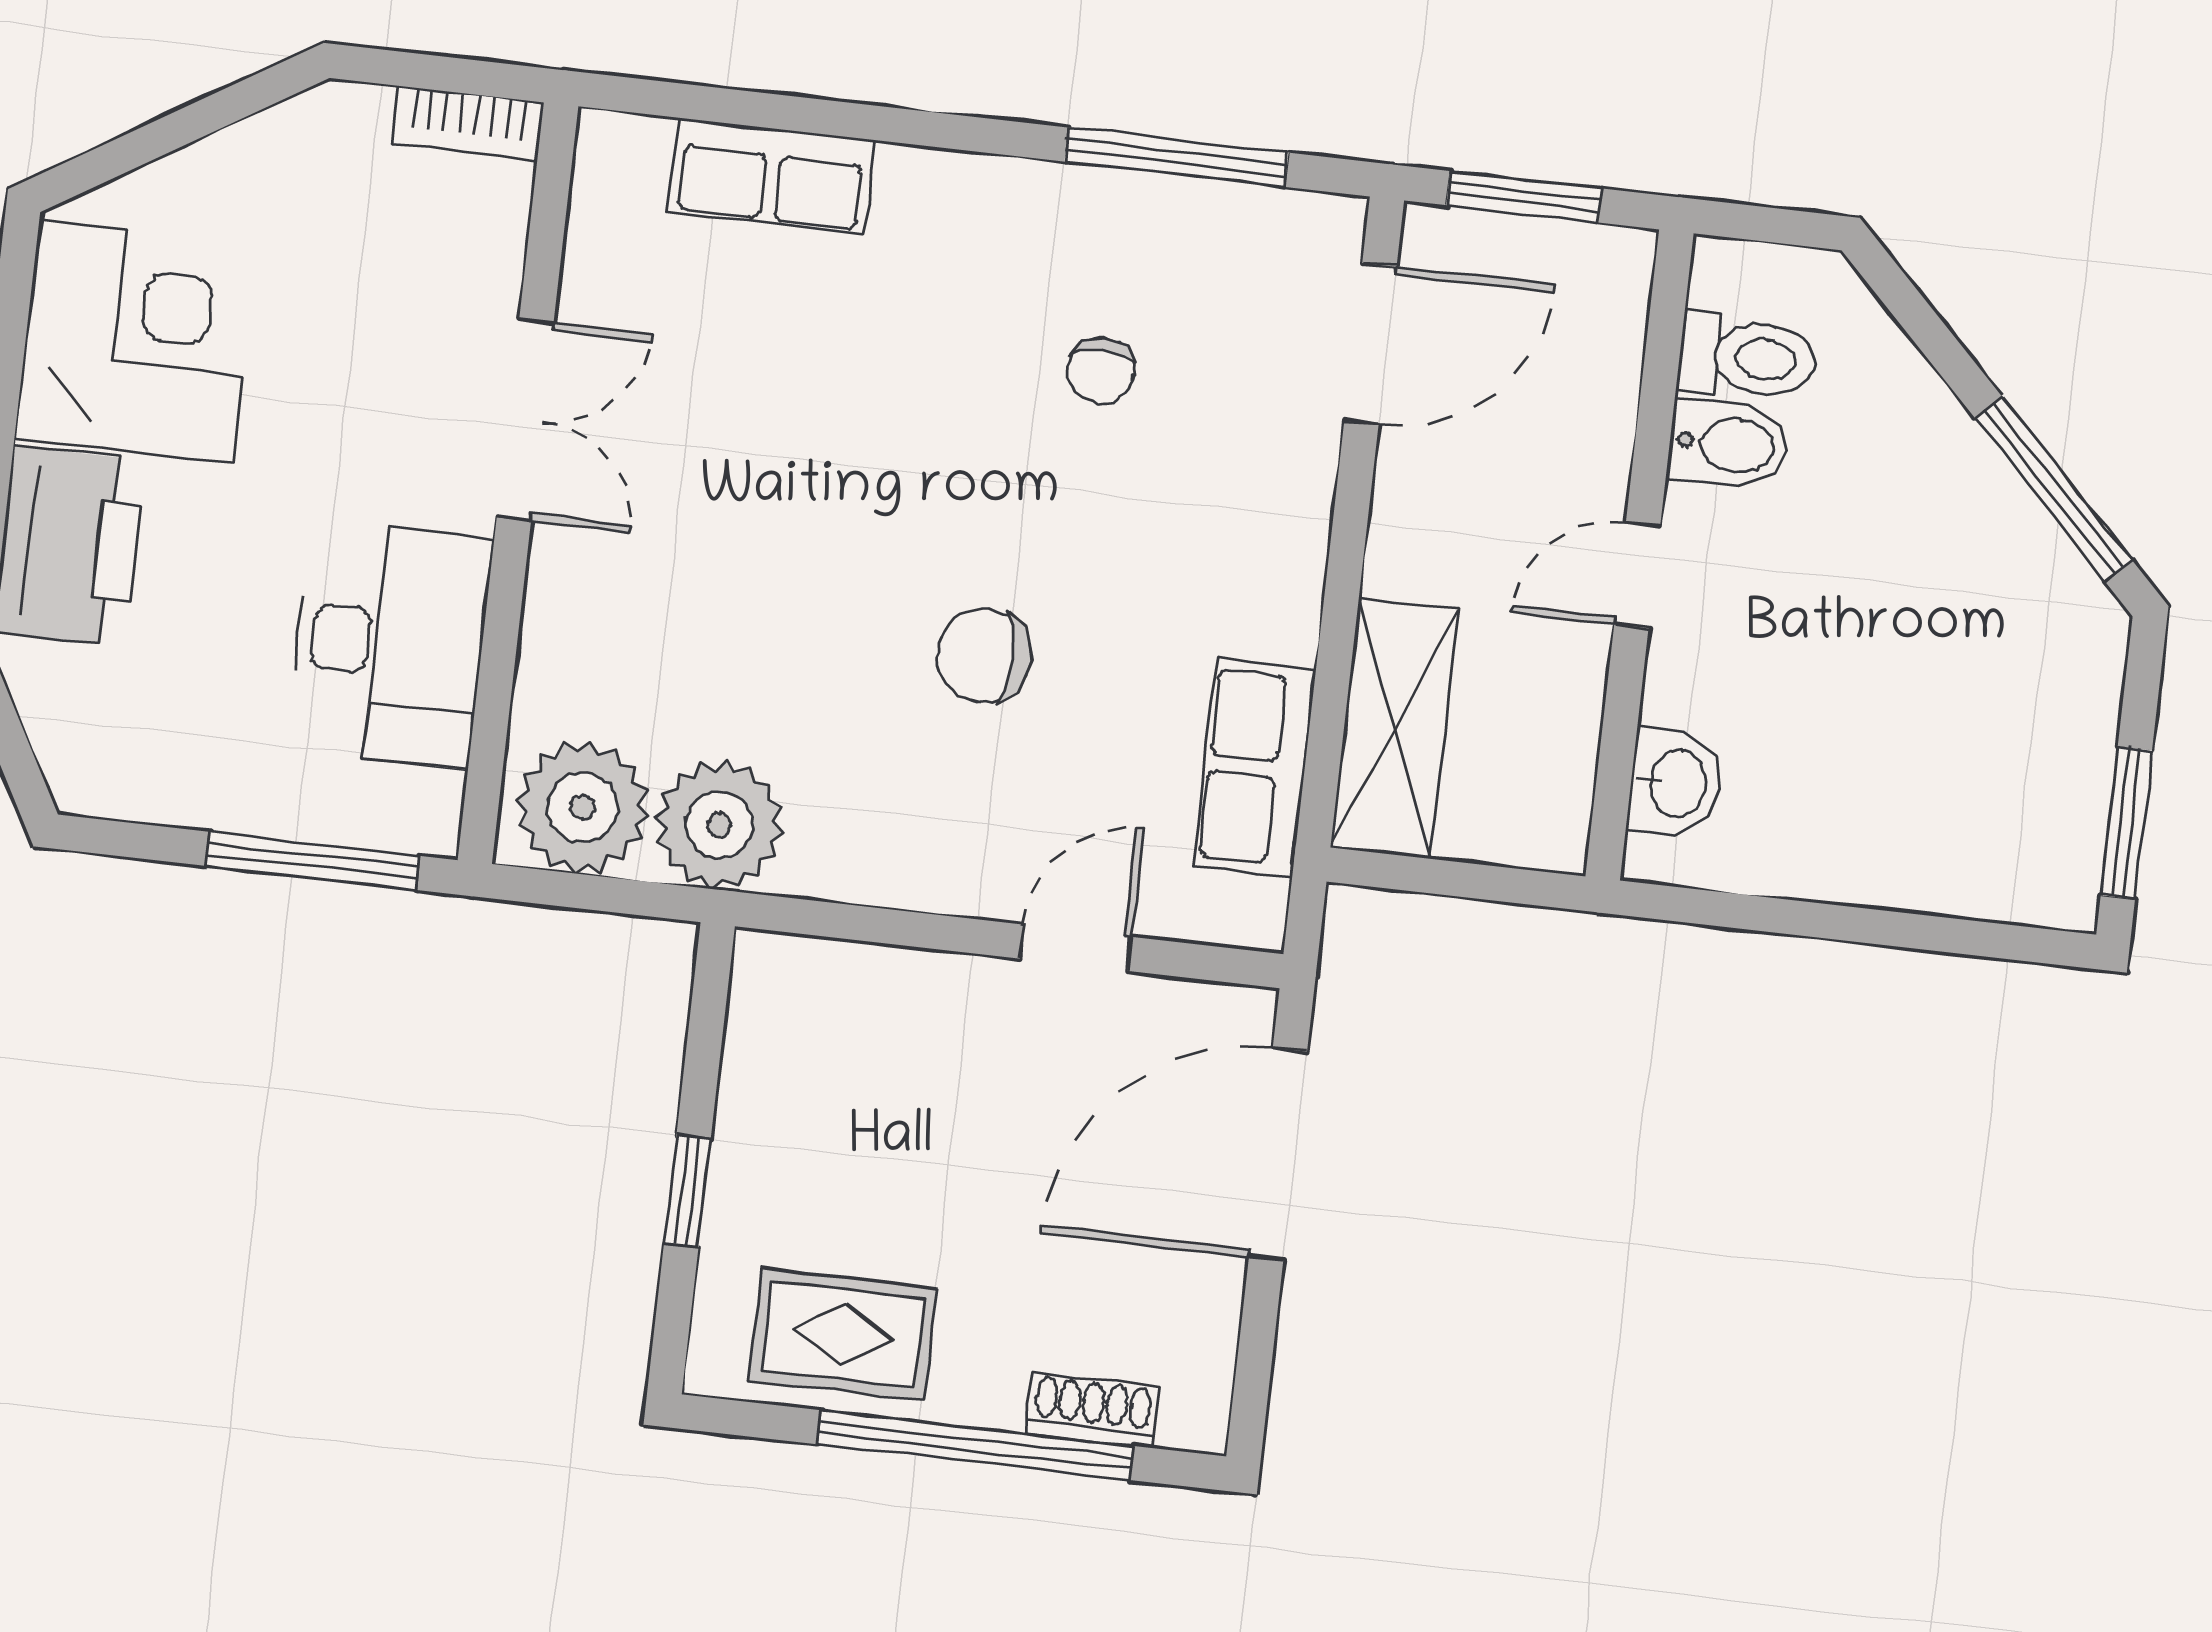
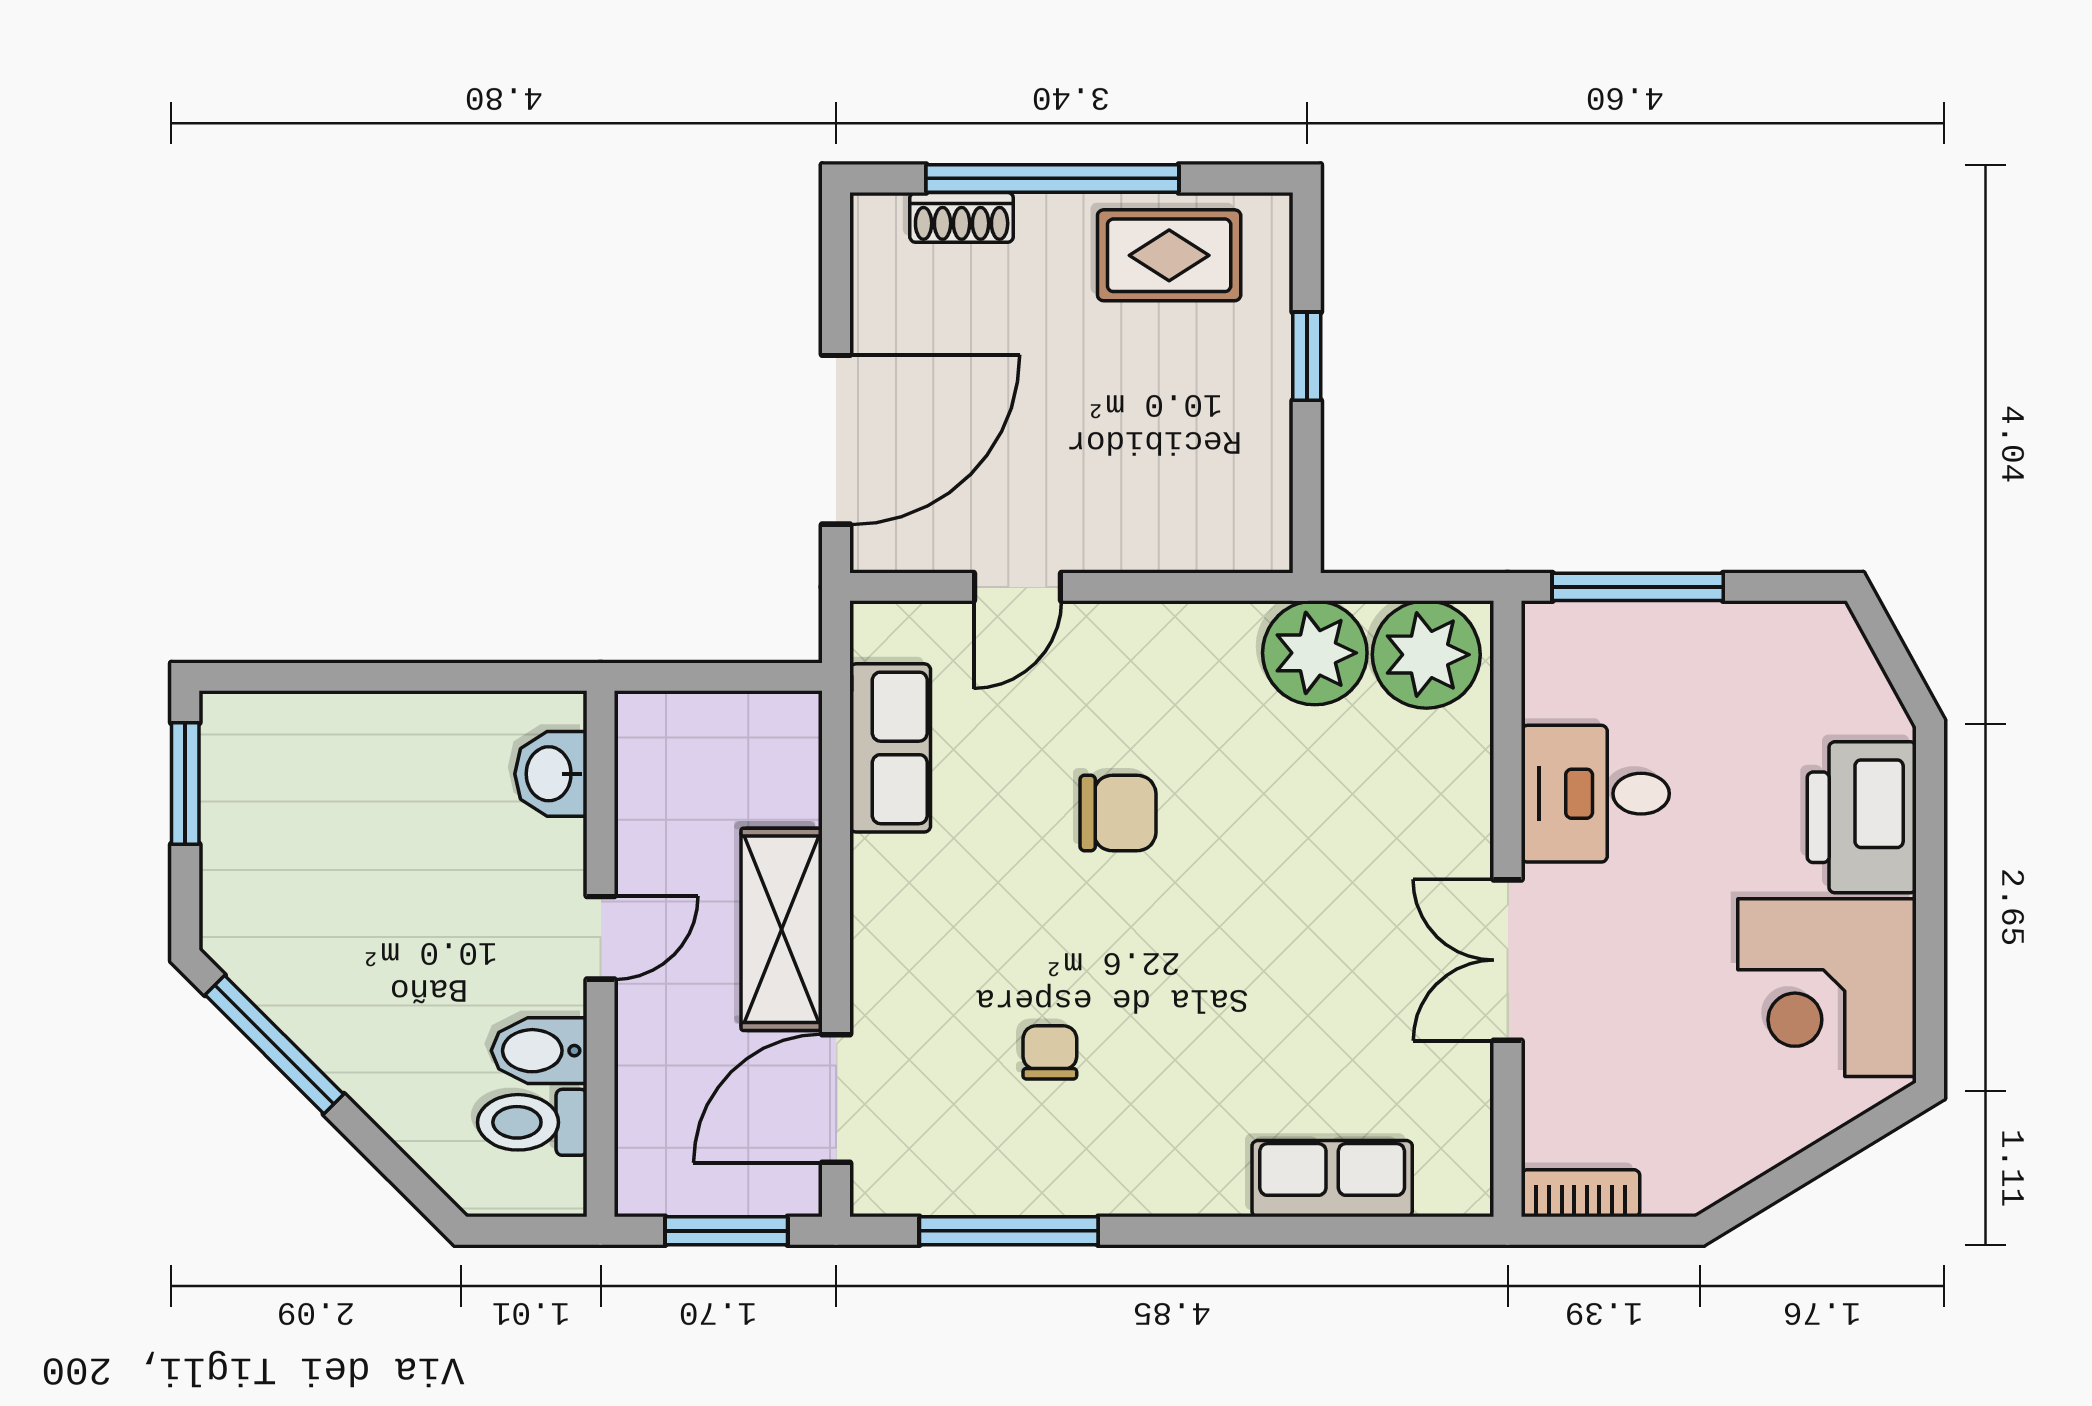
desk: (390, 644) -> (1595, 794), width x0.73
shelving: (1394, 729) -> (782, 929), moved

